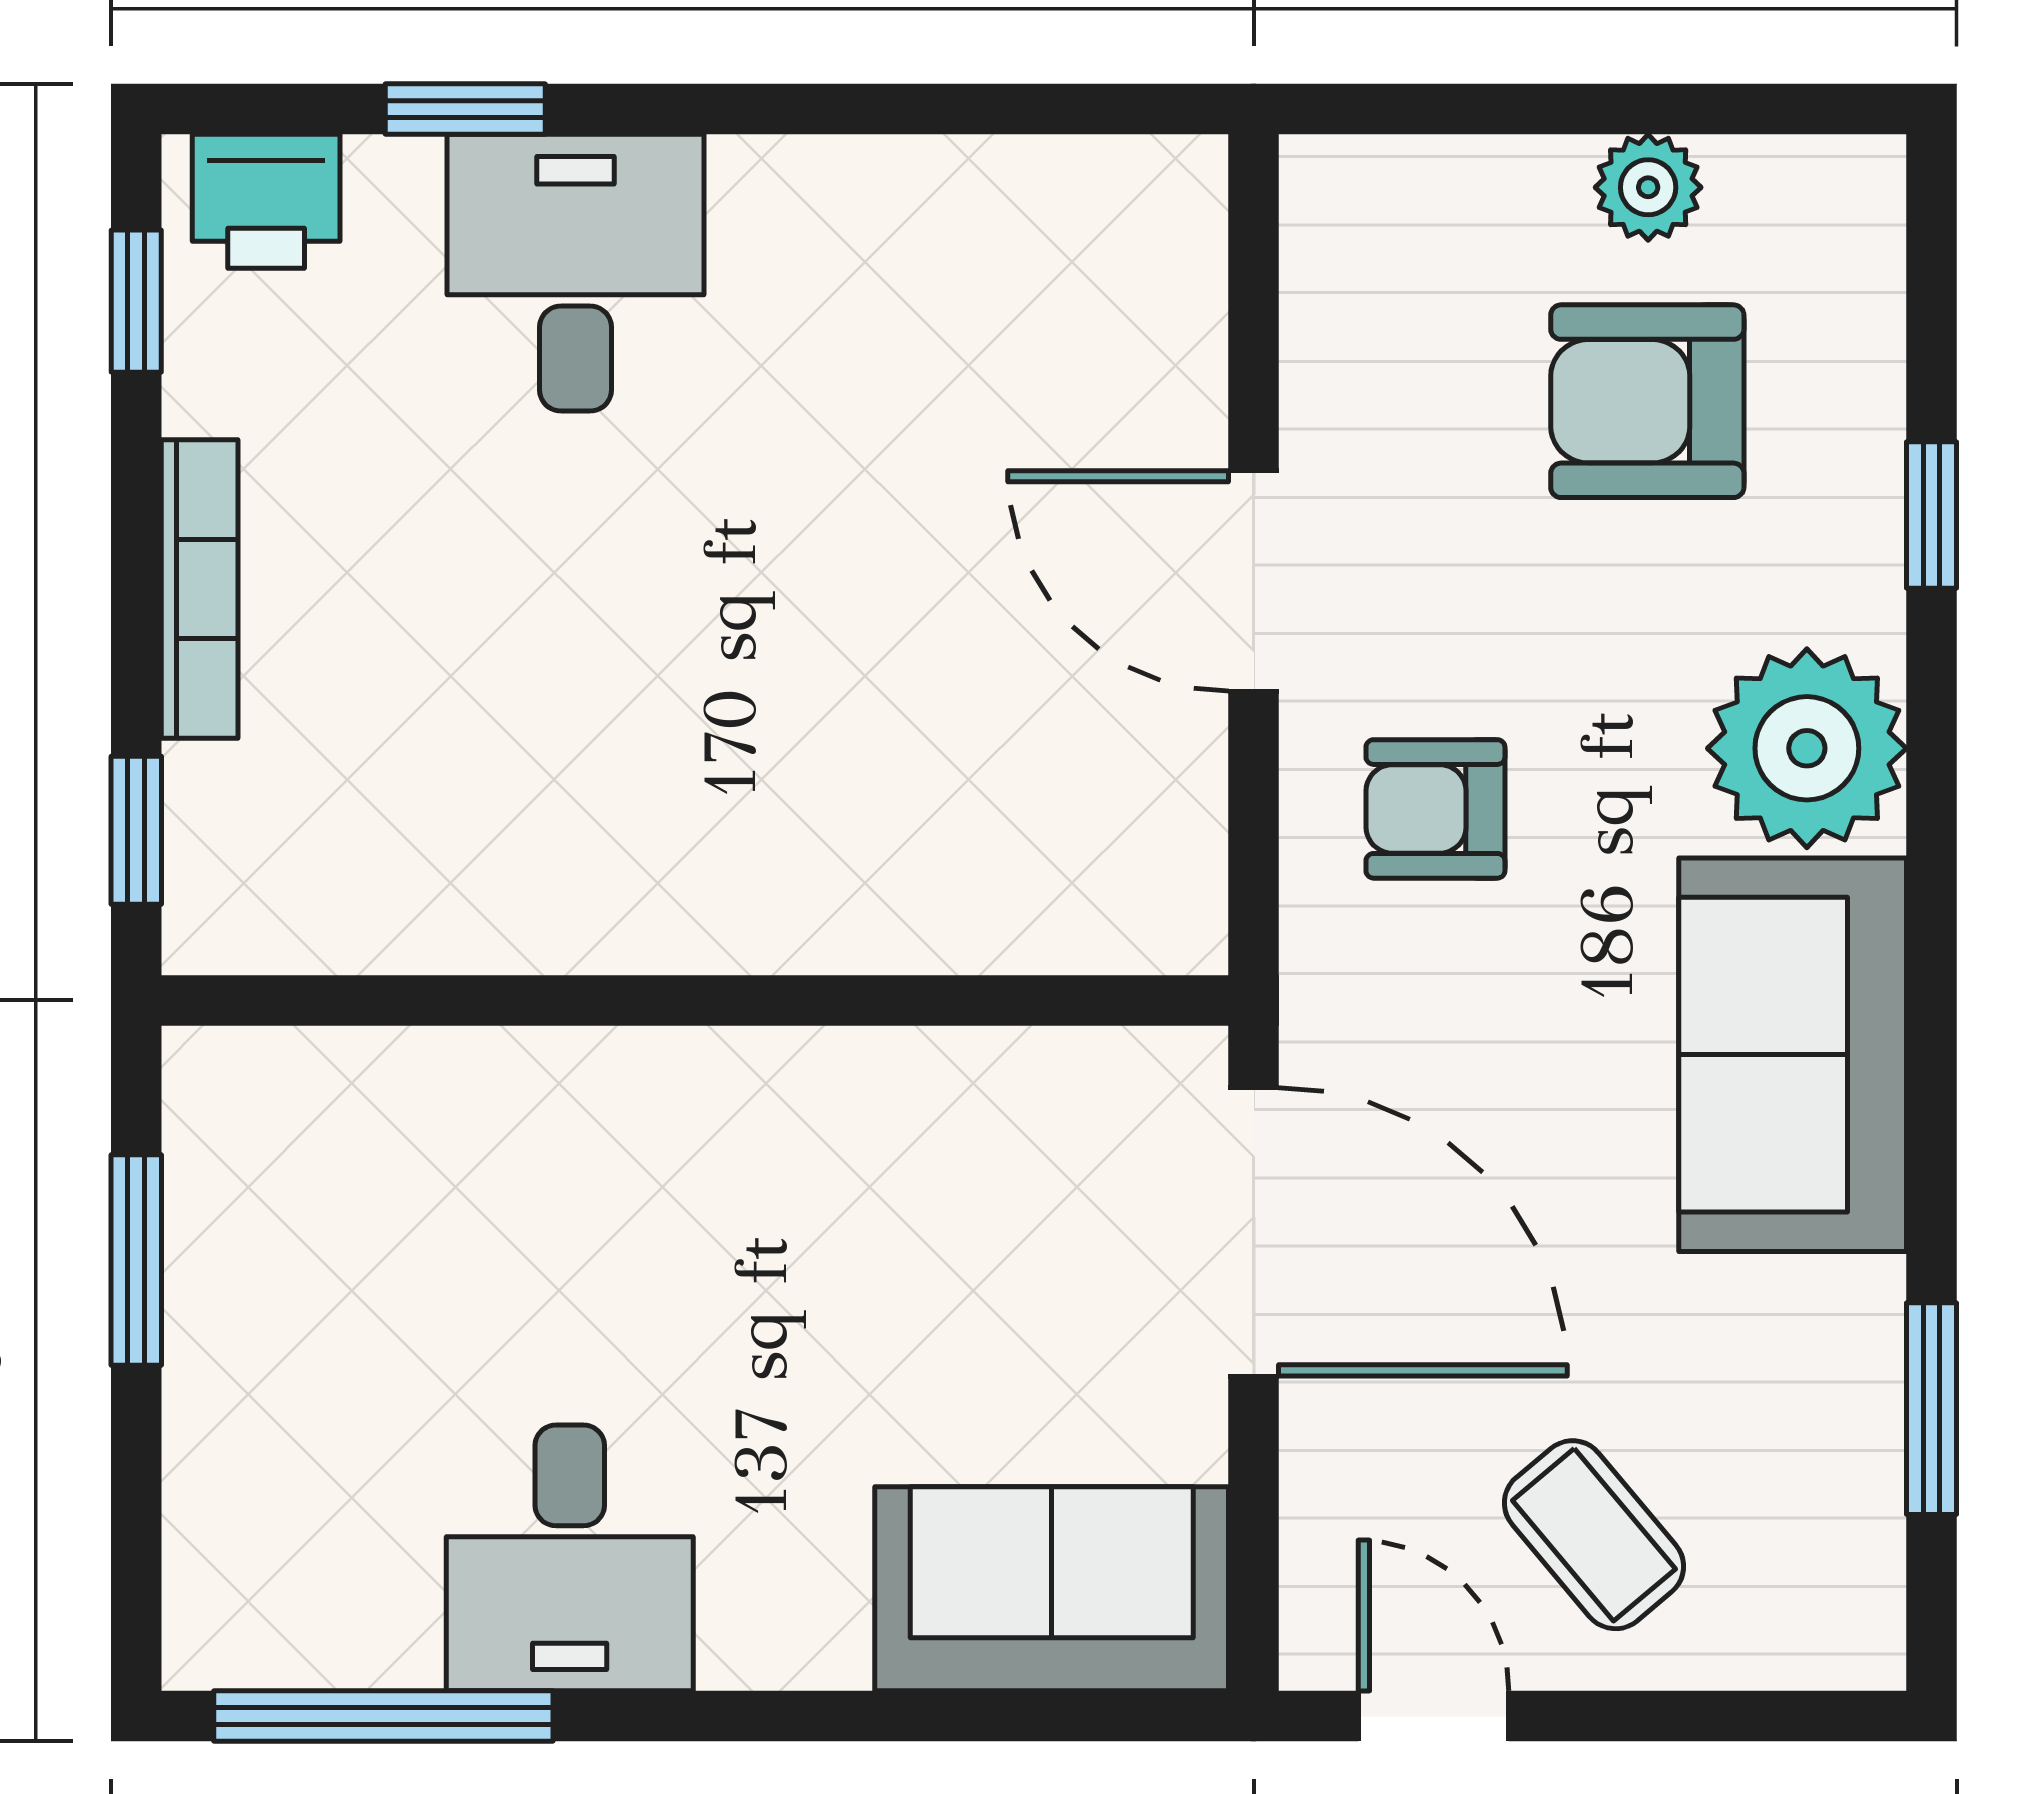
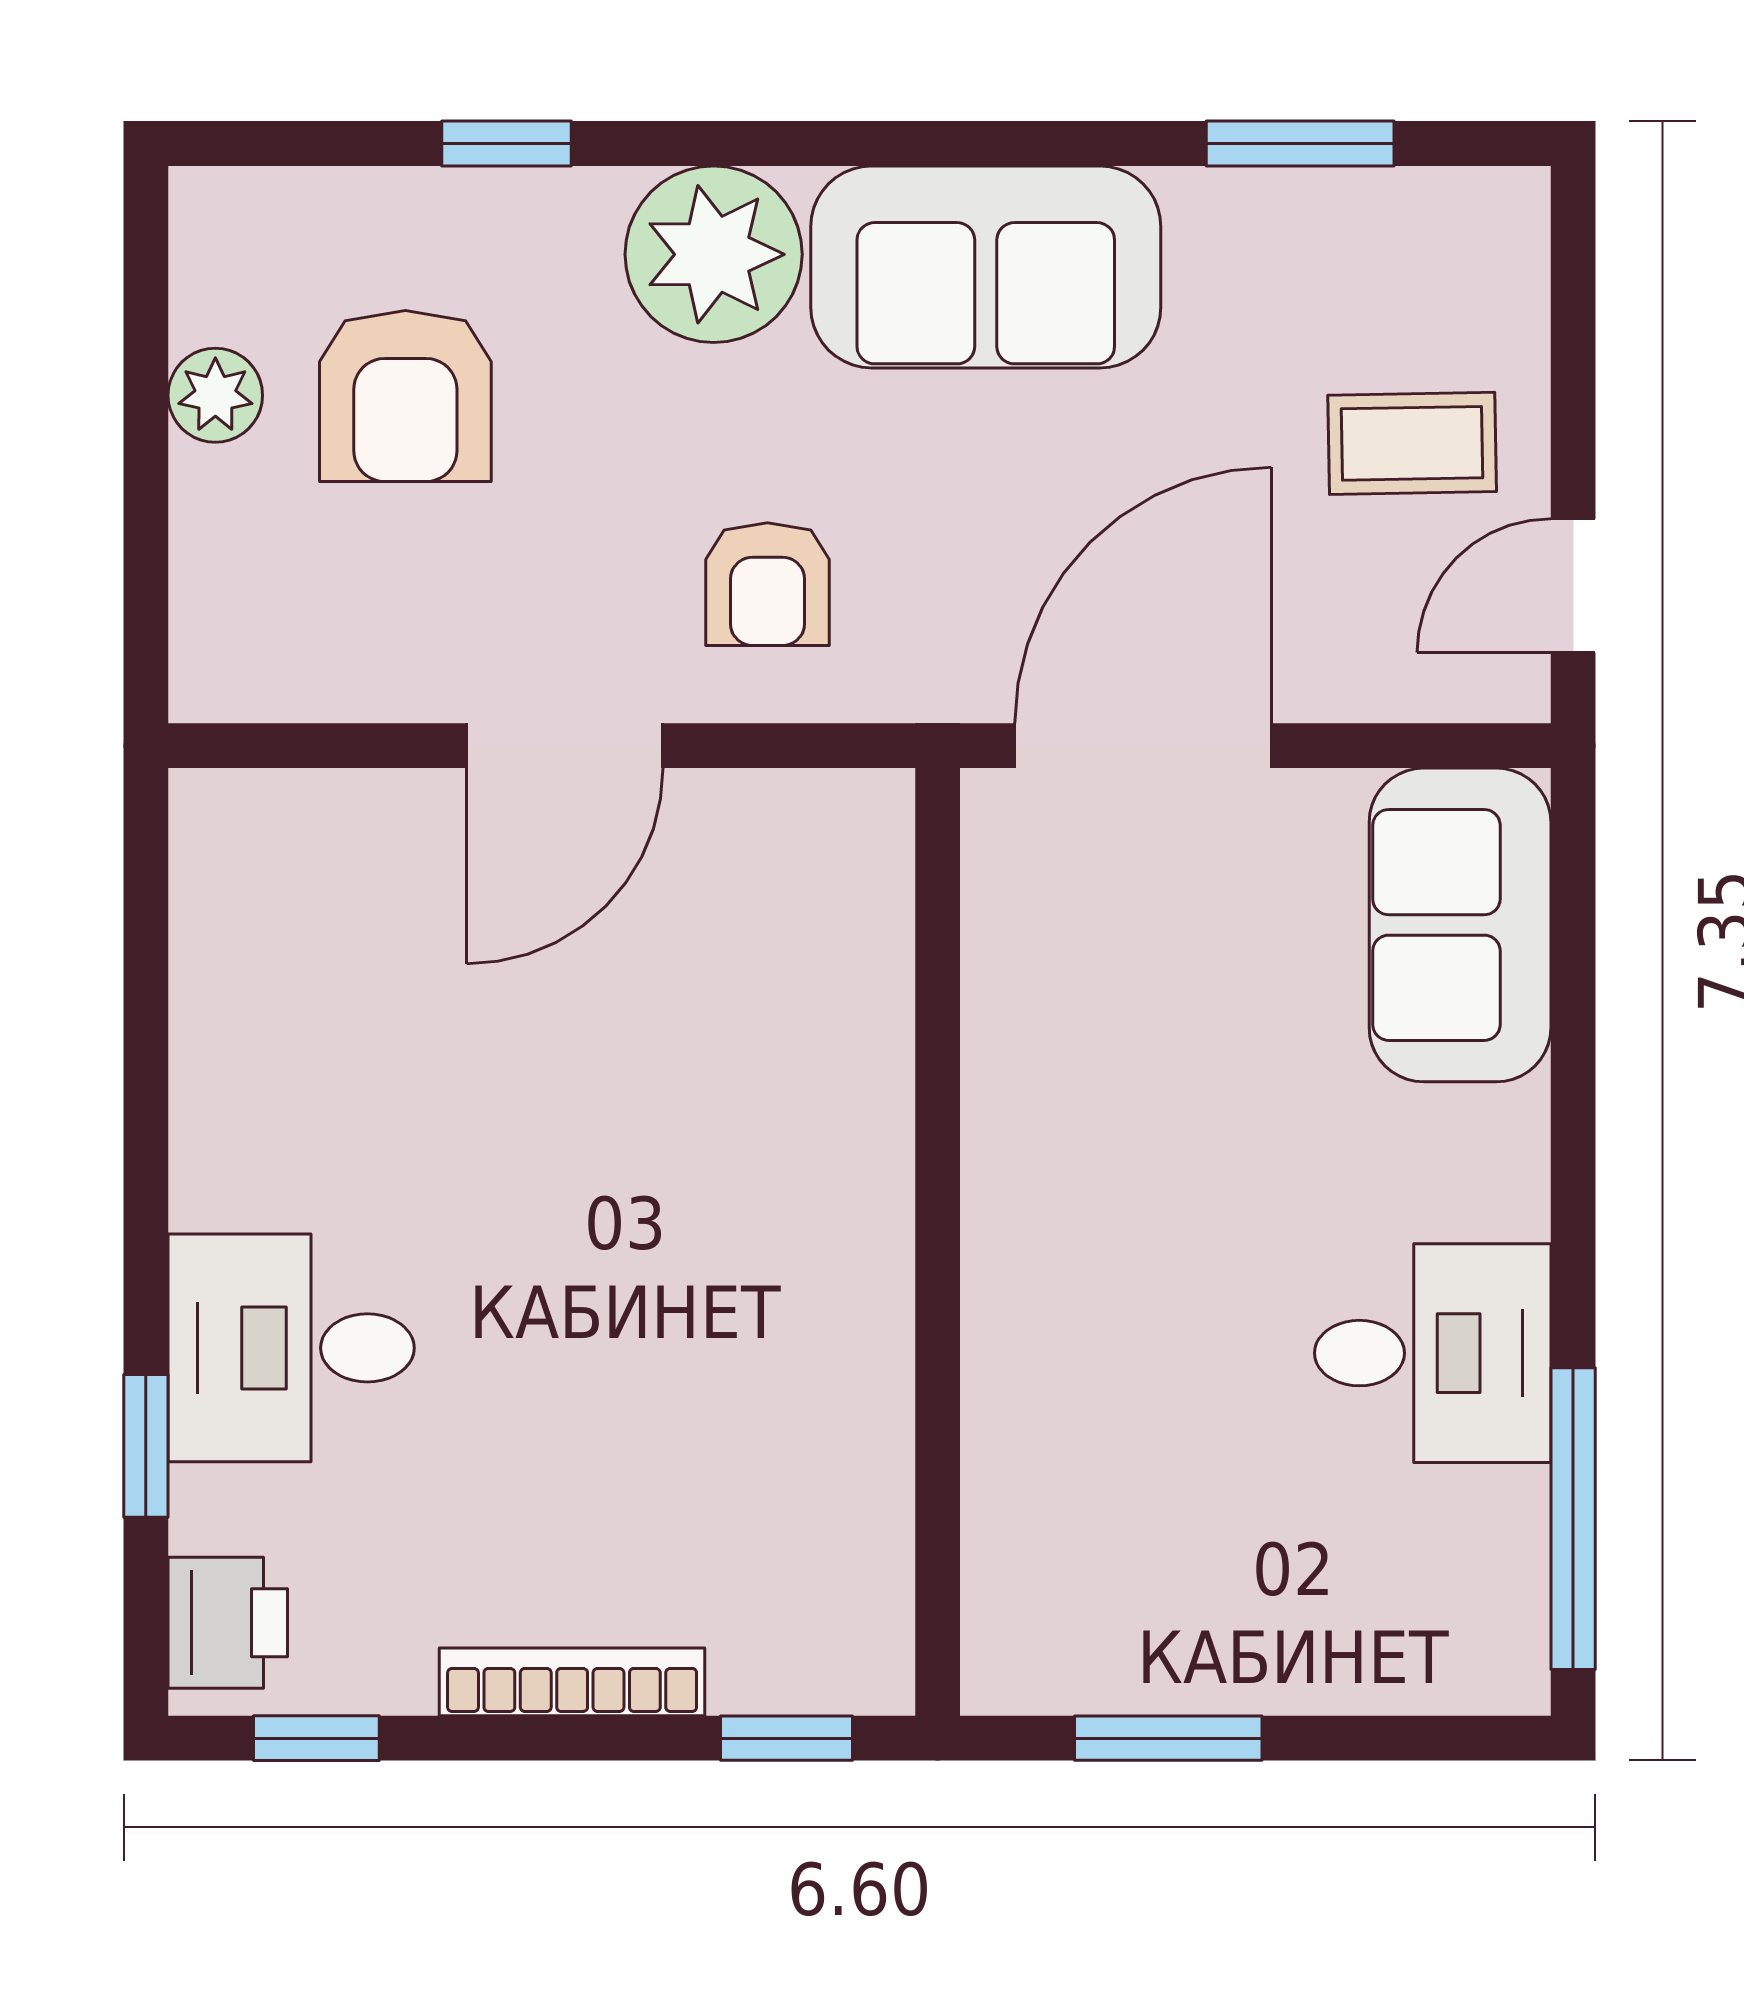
coffee table: (1594, 1535) -> (1412, 443), turned 39

